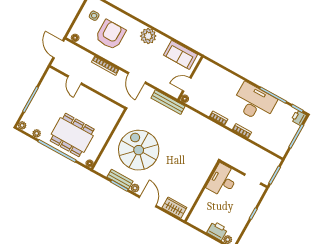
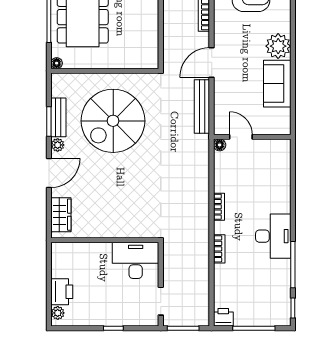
sofa: (180, 55) -> (277, 84), moved
bench: (168, 102) -> (202, 106), moved
desk: (254, 102) -> (273, 236), width x0.73, depth x0.77
printer: (299, 118) -> (223, 317), moved
spiral stairs: (139, 150) -> (113, 121), turned 180

